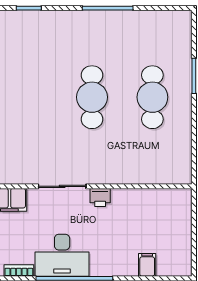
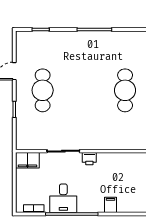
cafe table: (92, 97) -> (43, 90), moved
desk: (62, 255) -> (63, 198), width x0.73
filing cabinet: (147, 265) -> (111, 205), moved

